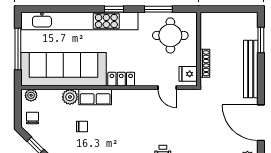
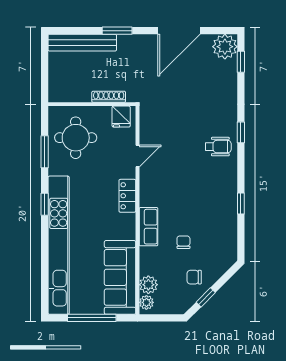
window: (261, 40) -> (117, 31), moved
sofa: (63, 69) -> (120, 277), width x0.74, depth x0.79
bench: (251, 69) -> (82, 43), moved
door: (167, 88) -> (138, 156), moved
plant: (70, 97) -> (148, 285), moved
chair: (33, 118) -> (194, 277), moved

